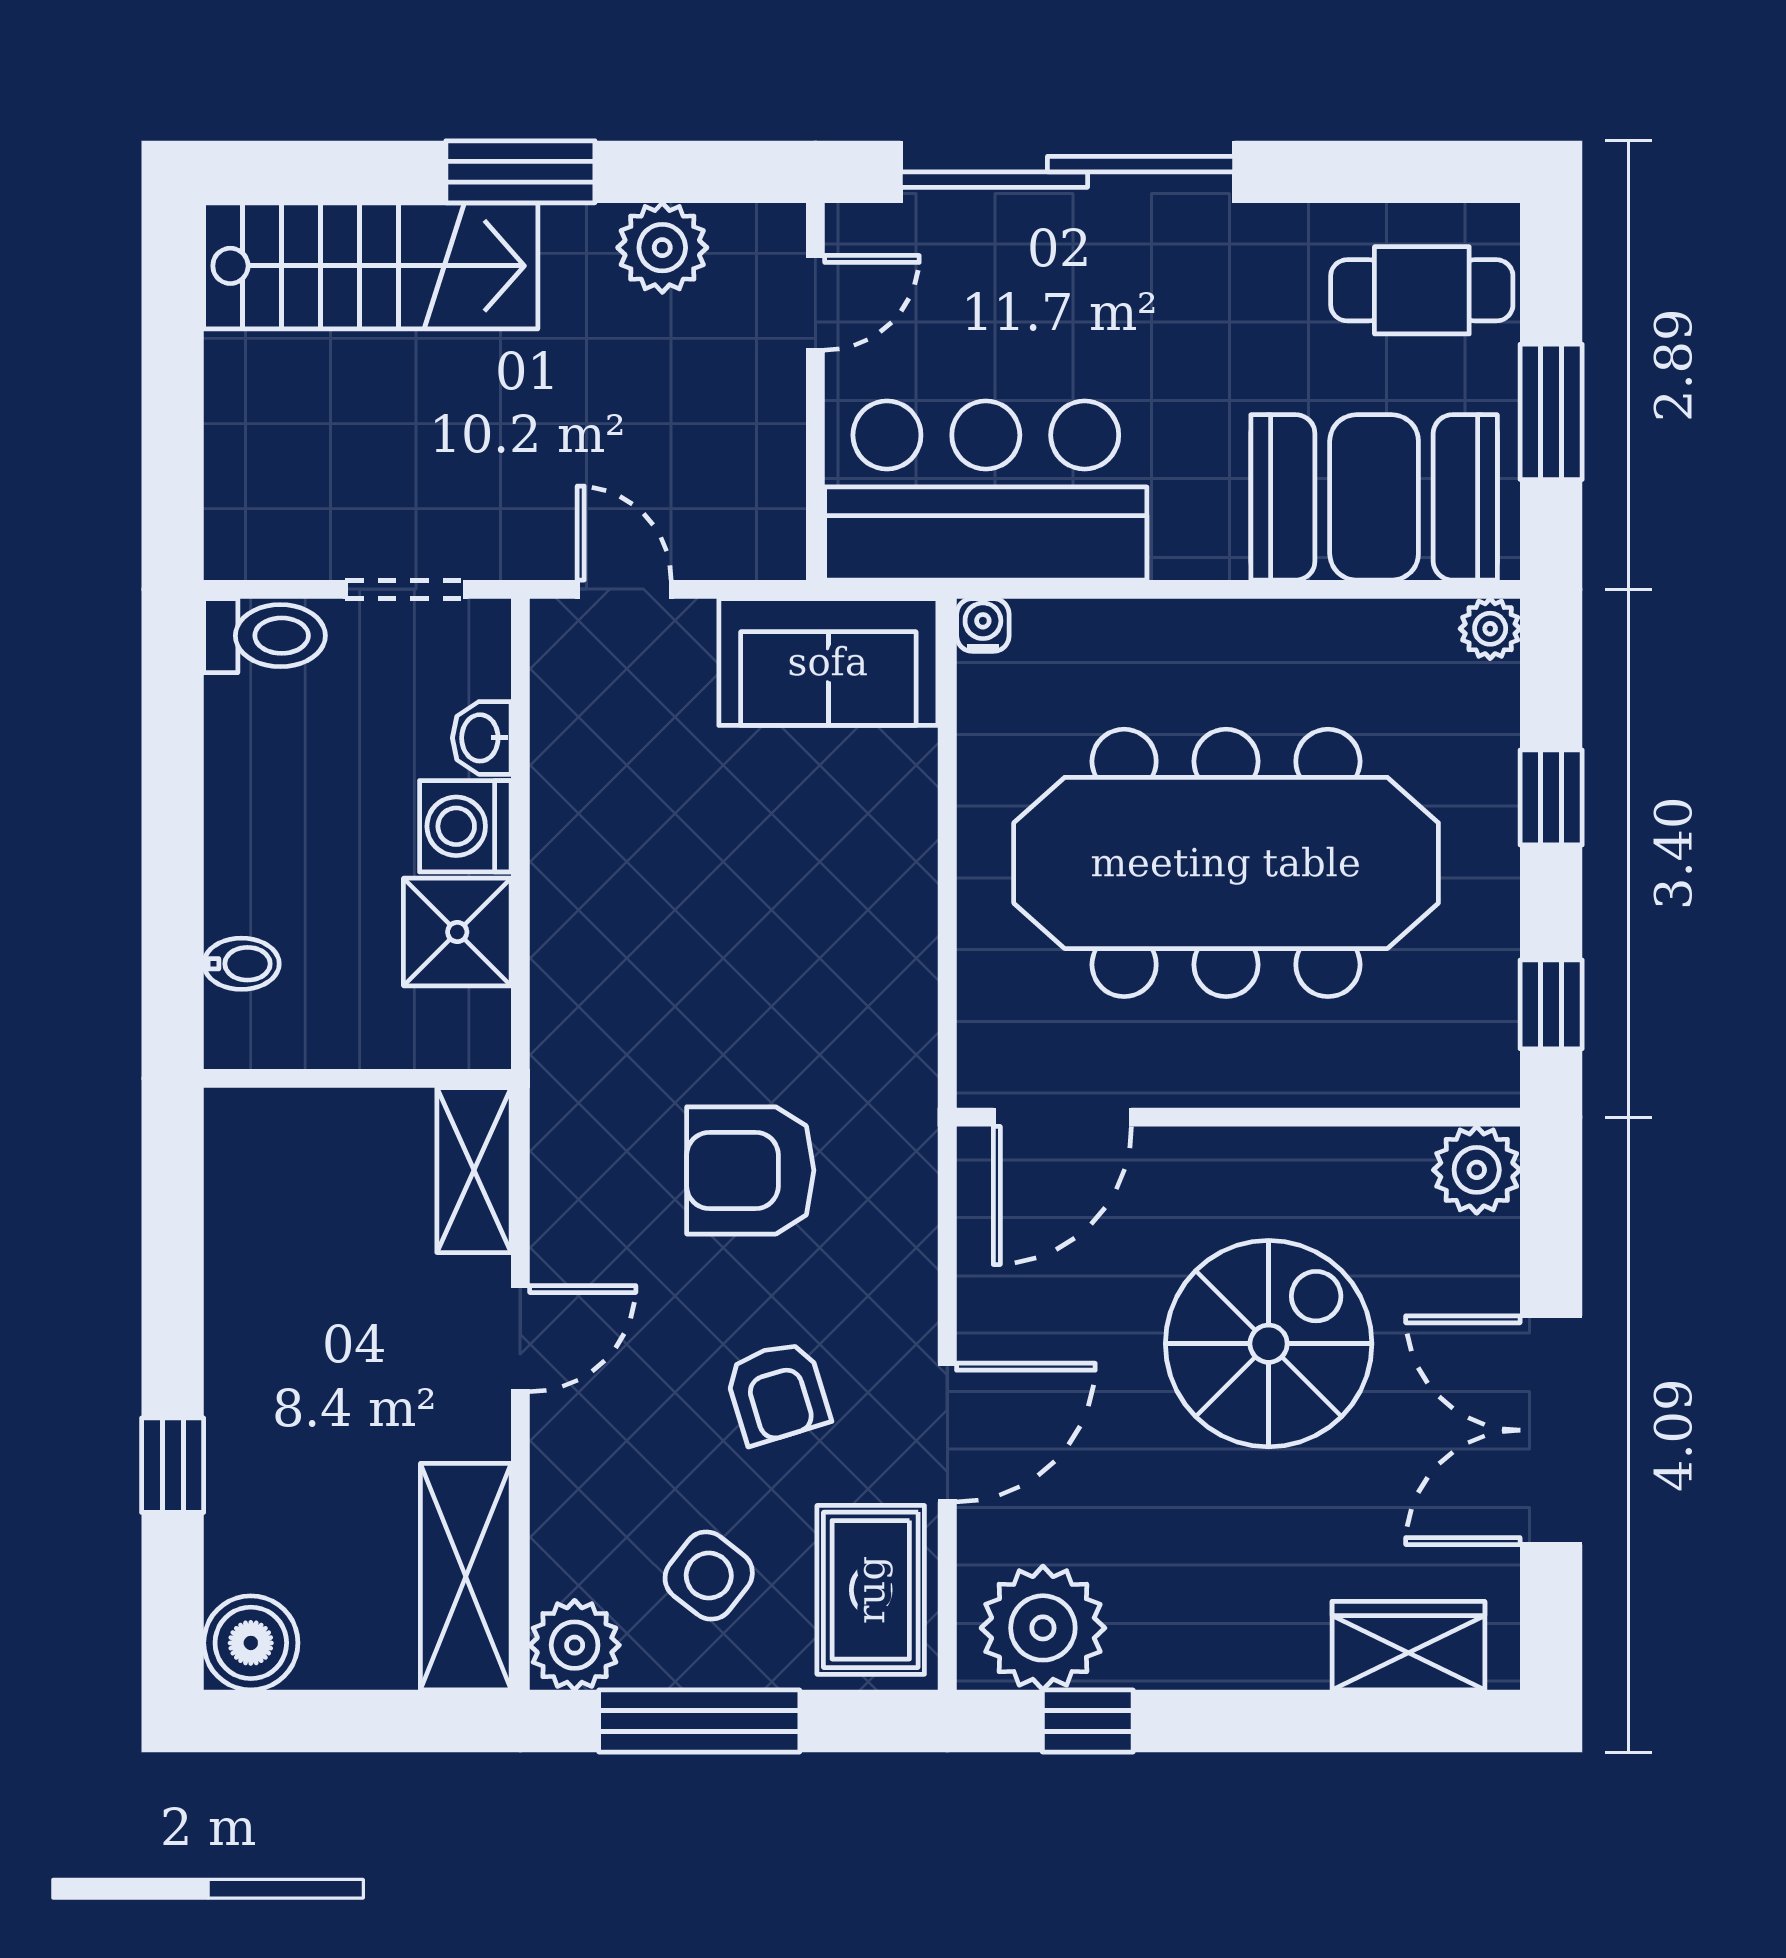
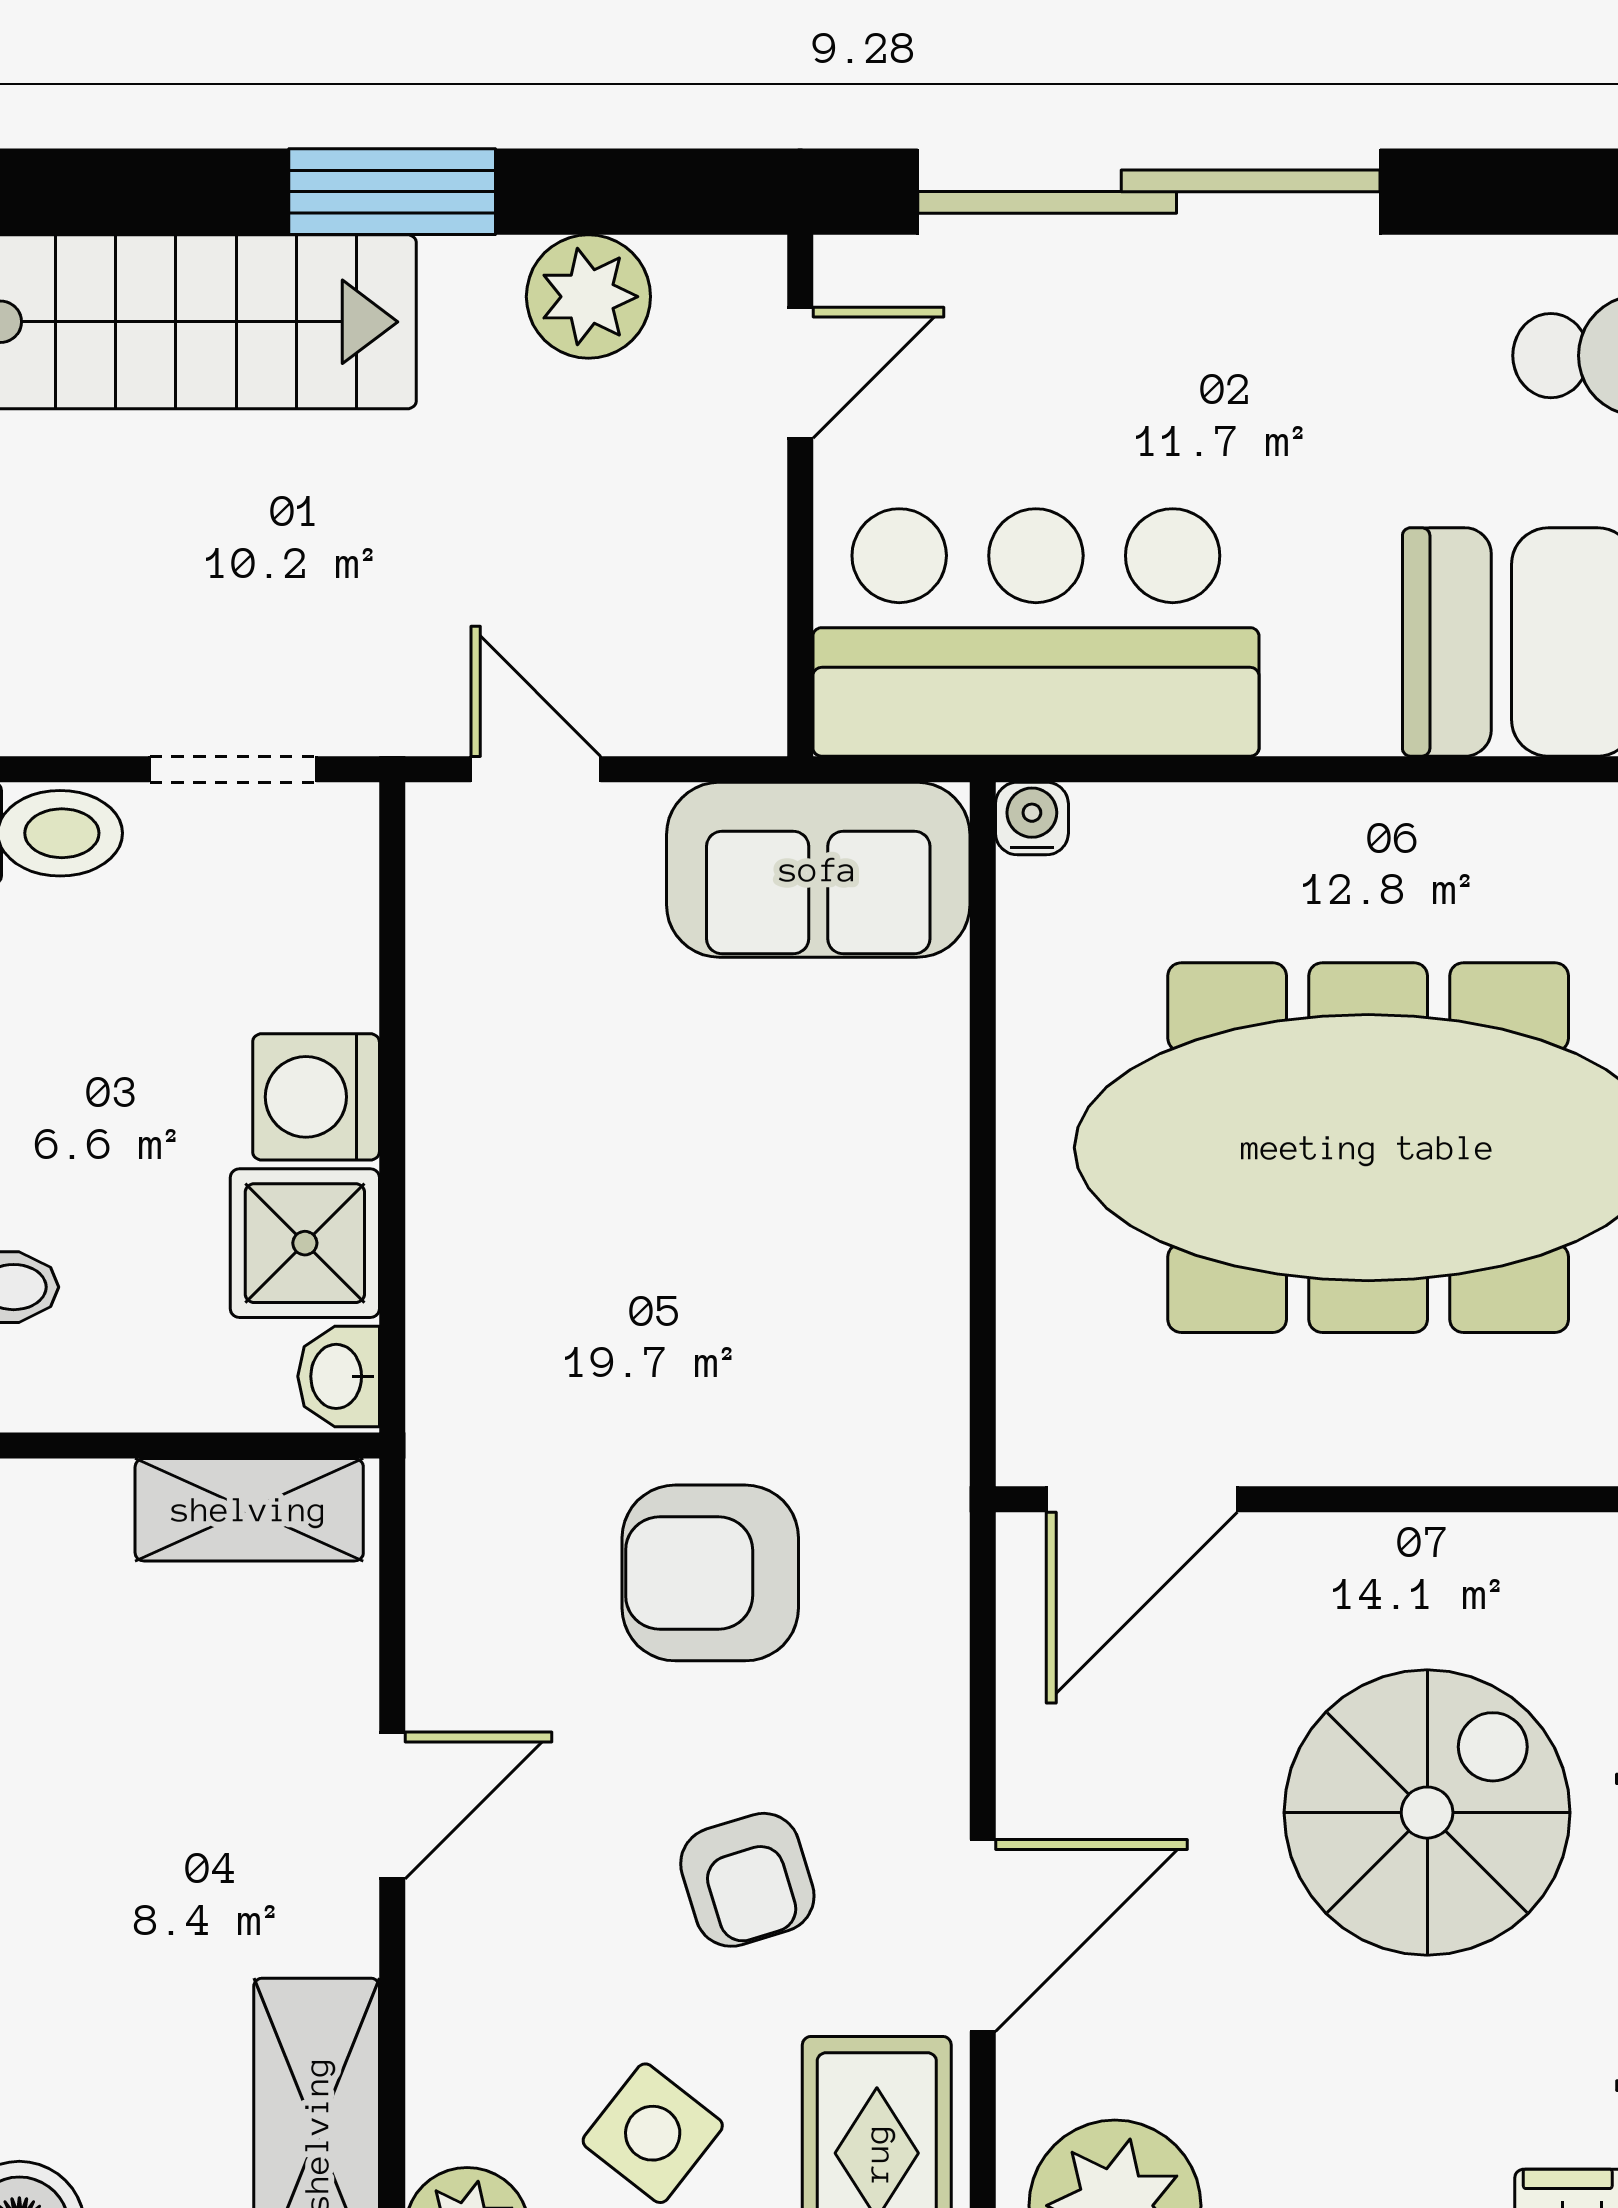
washbasin: (482, 738) -> (339, 1376), moved
shelving: (474, 1170) -> (249, 1510), moved, turned 90

